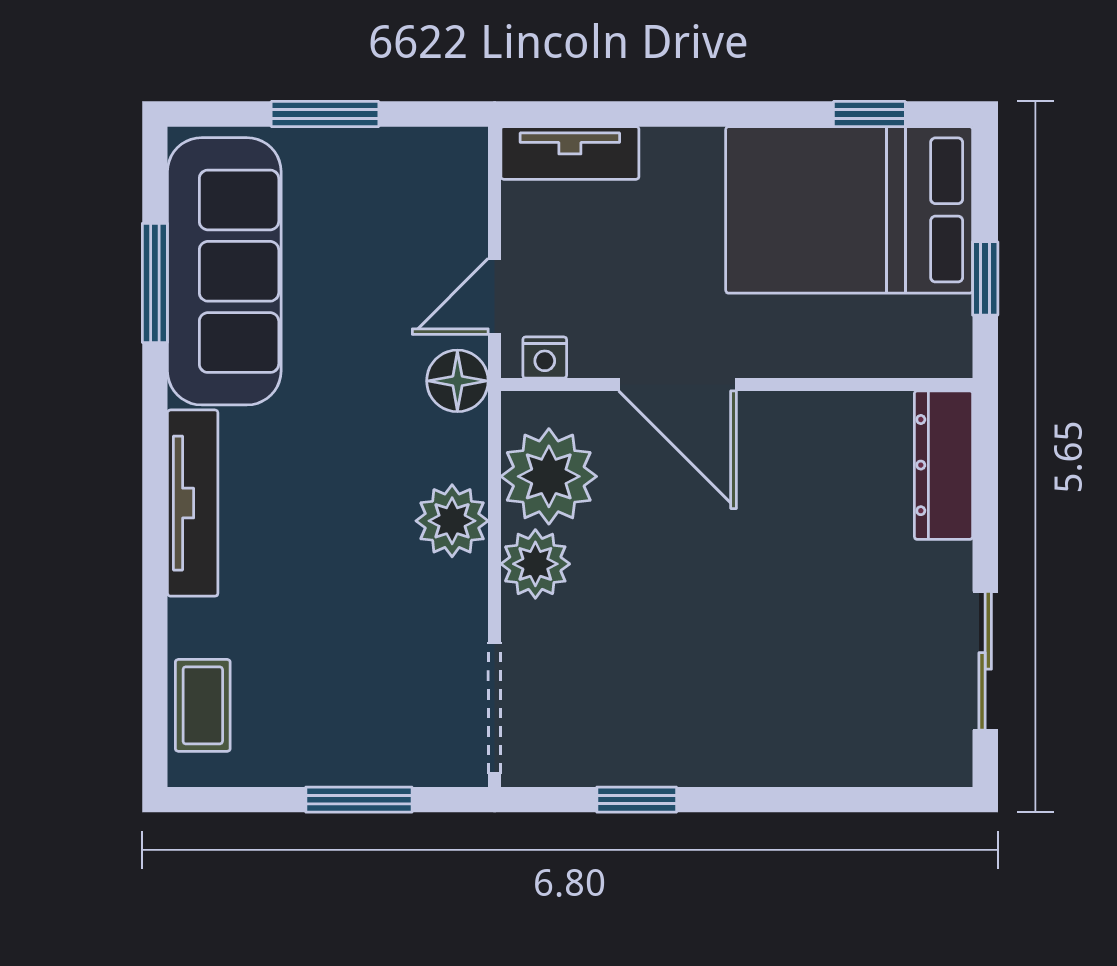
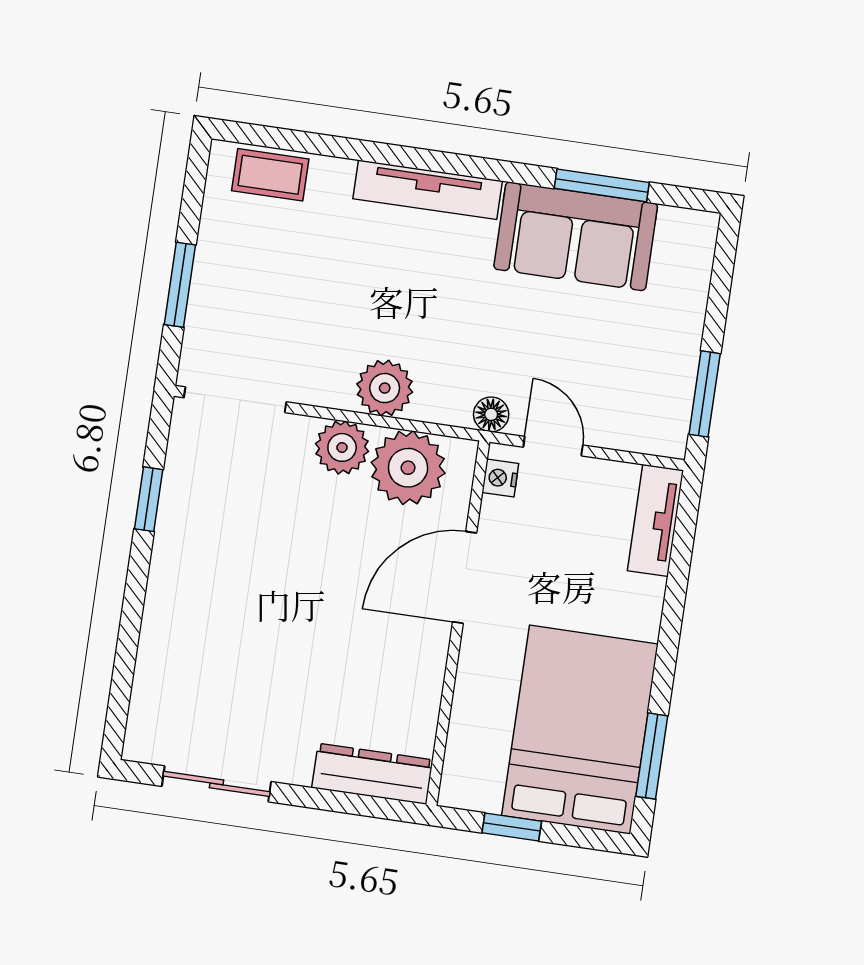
window: (325, 114) -> (705, 394), moved
window: (869, 114) -> (652, 756), width x1.50
sofa: (224, 271) -> (576, 236), width x0.73
floor lamp: (457, 381) -> (491, 414), width x0.73, depth x0.73

